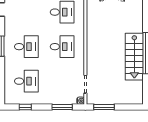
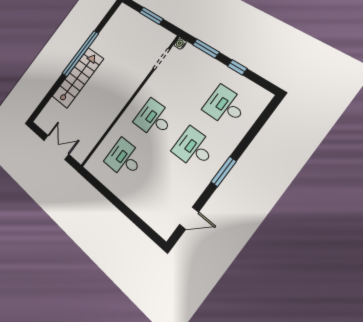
stairs: (134, 57) -> (78, 78), moved
window: (25, 107) -> (237, 67), moved
window: (104, 107) -> (151, 16), moved

